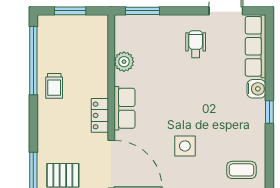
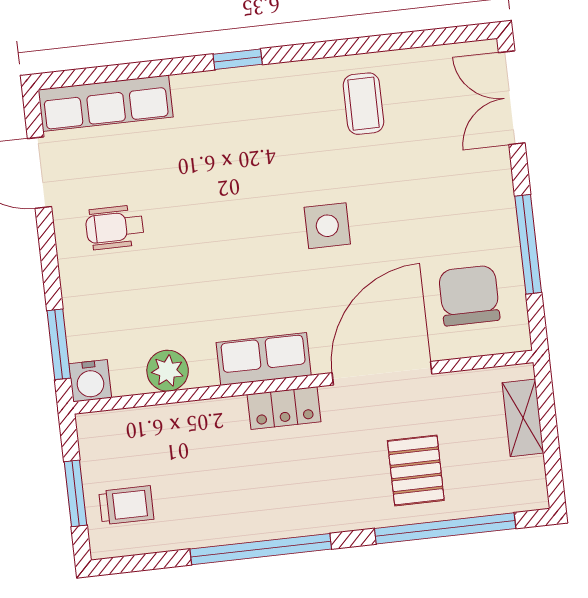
window: (33, 61) -> (261, 549), moved
trolley: (54, 86) -> (126, 505), moved
water cooler: (256, 89) -> (90, 381), moved, turned 180

